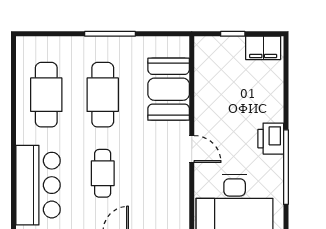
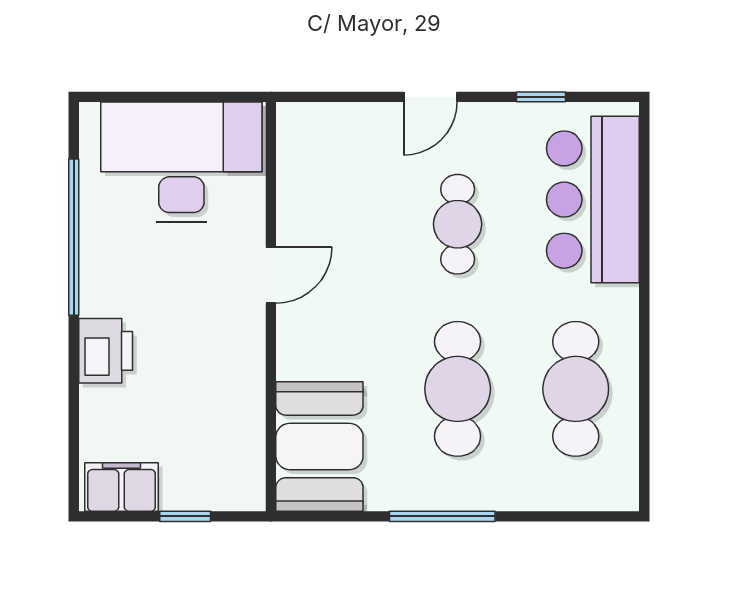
booth: (169, 89) -> (319, 446), moved
printer: (271, 139) -> (106, 351), moved
door: (192, 149) -> (271, 275), swing flipped

